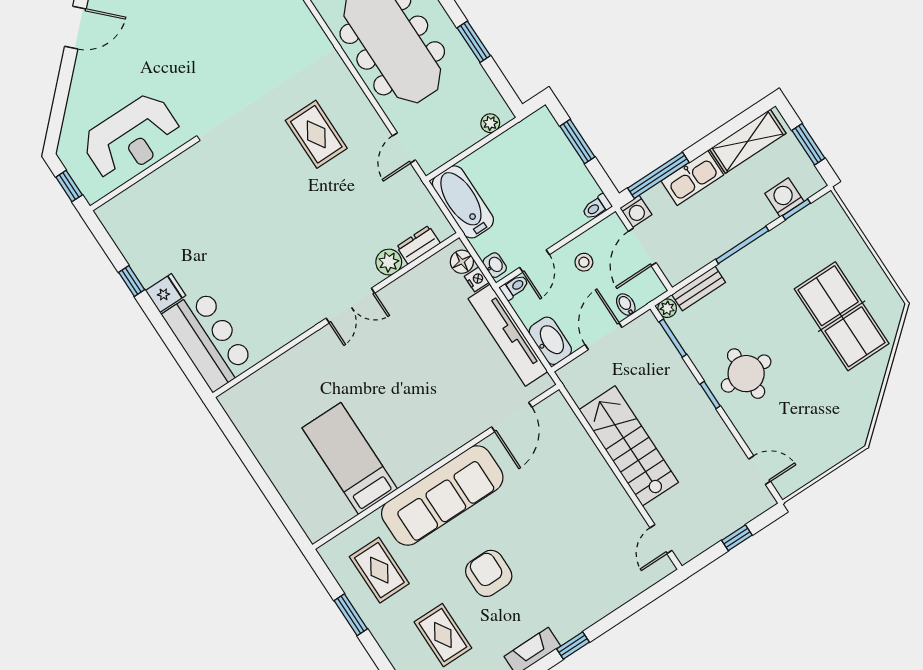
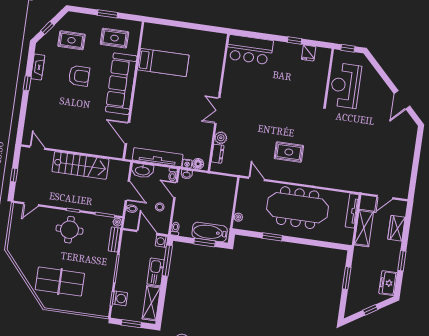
bathtub: (463, 202) -> (210, 232), moved, turned 180
fridge: (166, 293) -> (309, 53), moved

